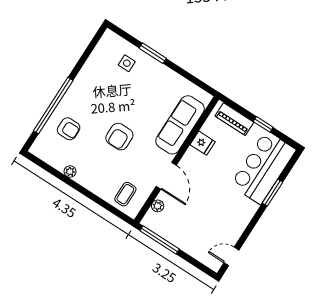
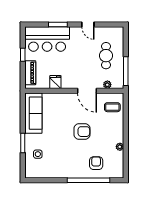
sofa: (180, 125) -> (33, 113), moved, turned -90
door: (166, 176) -> (87, 91), swing flipped
cafe table: (195, 228) -> (106, 56), added
door: (231, 256) -> (88, 25), moved

